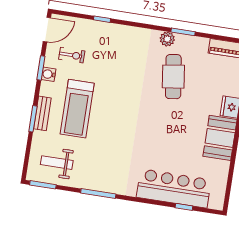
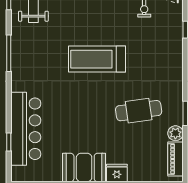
plant: (167, 39) -> (175, 133), moved
treadmill: (77, 109) -> (97, 59), moved

